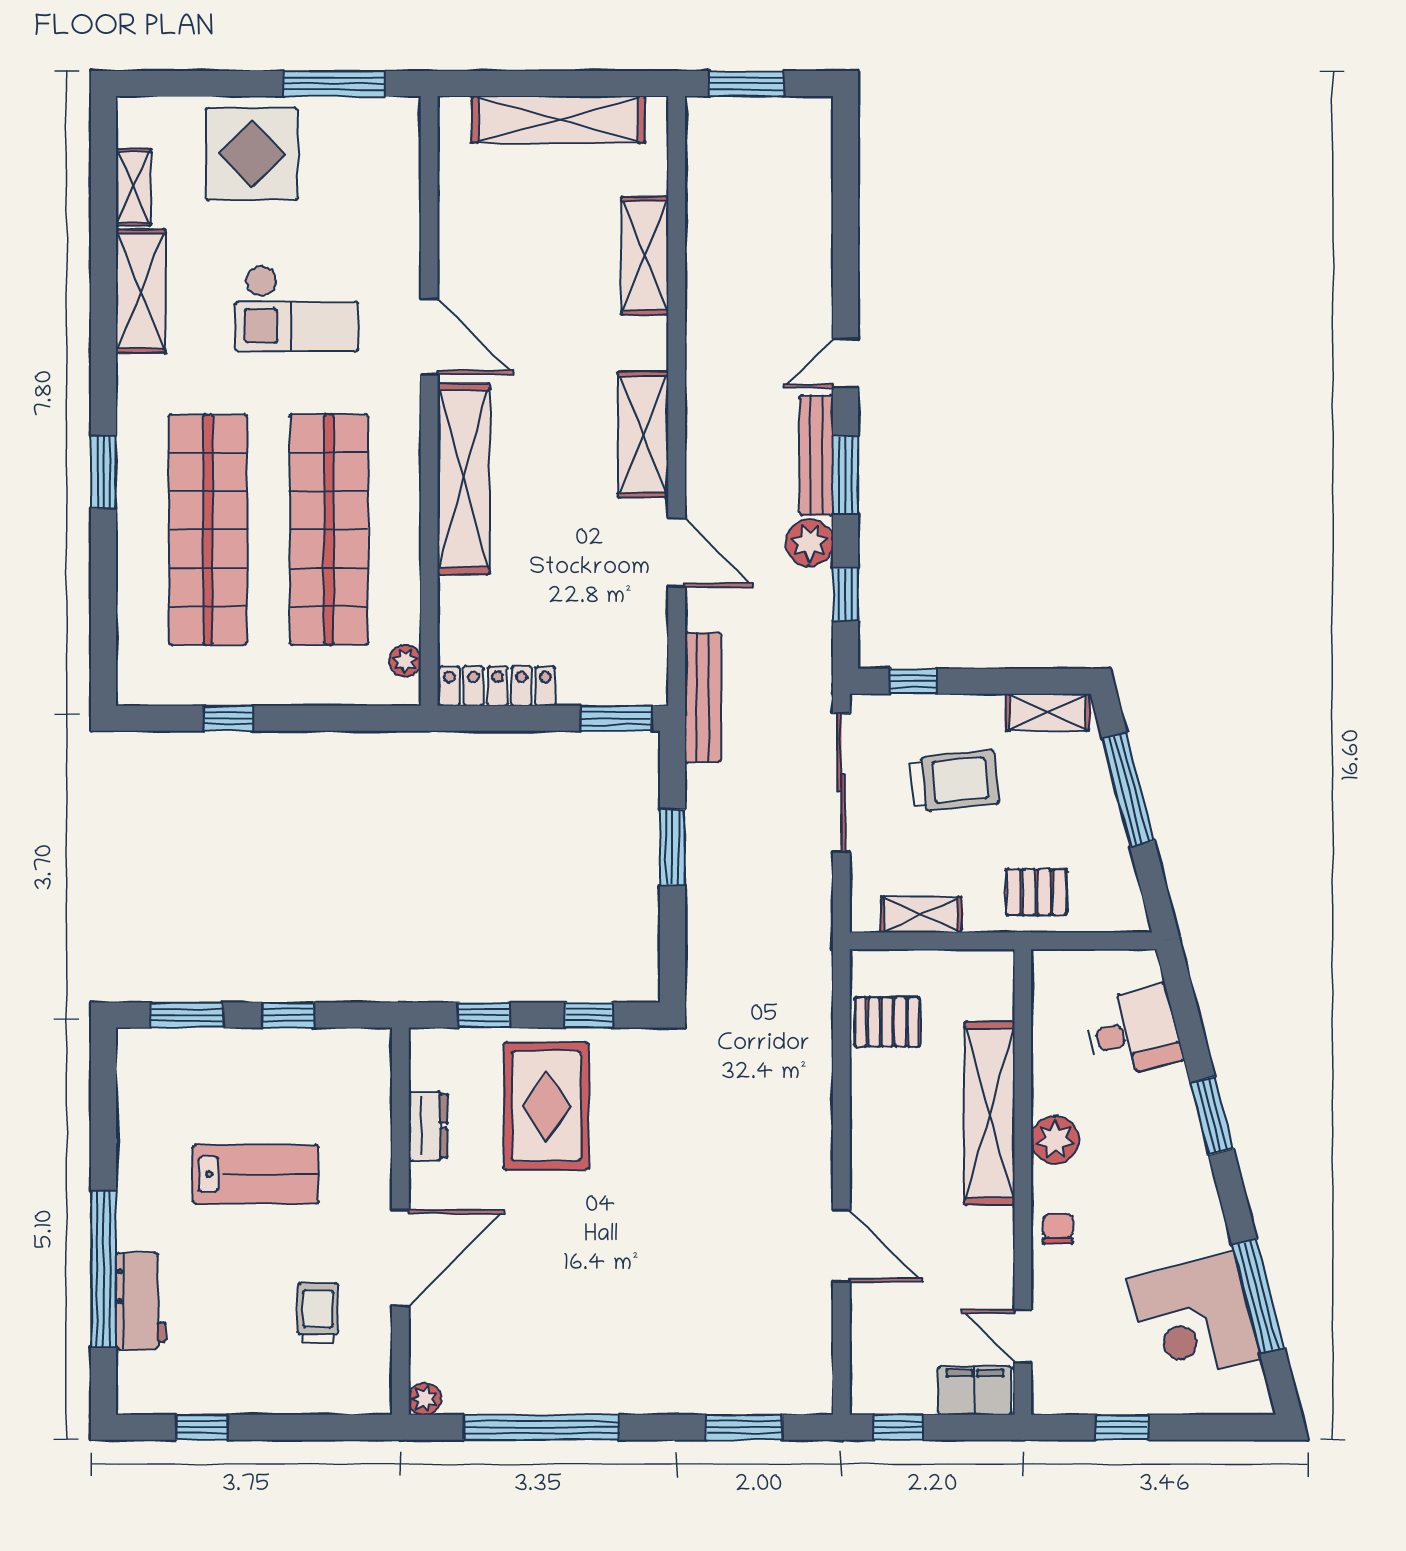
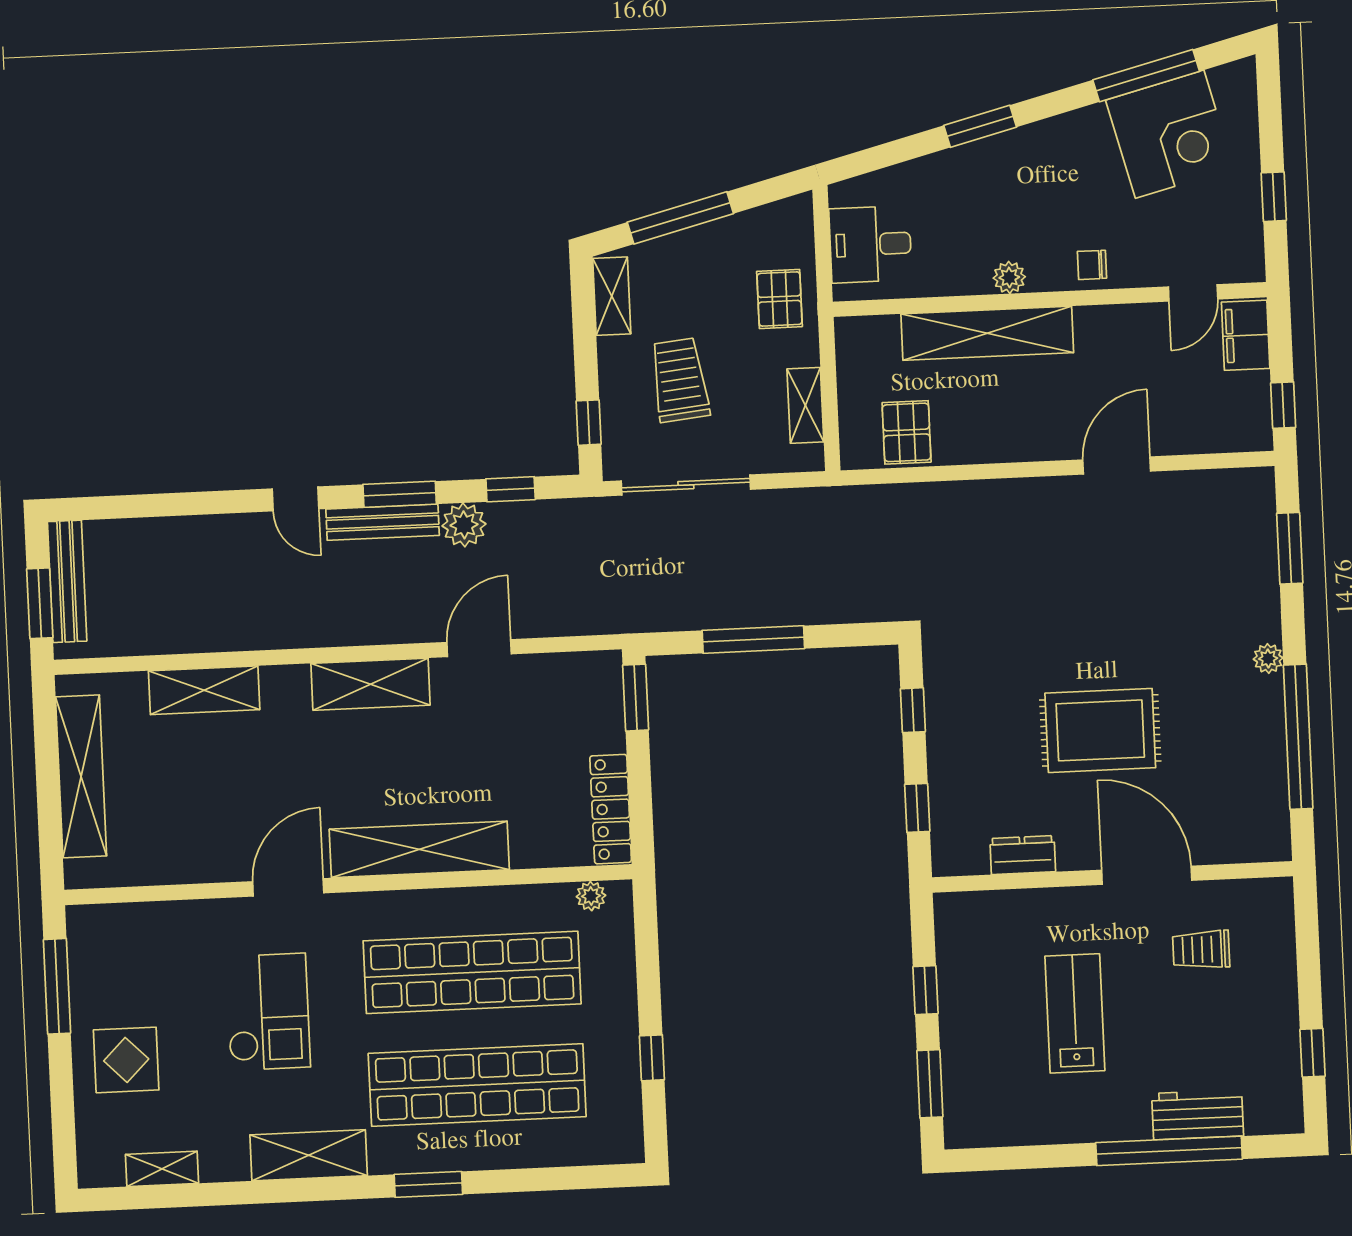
display table: (252, 154) -> (126, 1060), width x0.73, depth x0.73
shelving: (141, 291) -> (309, 1155), moved
bench: (703, 697) -> (67, 581), moved, turned 90
window: (672, 847) -> (753, 640), width x1.44
desk: (1133, 1032) -> (870, 244), moved, turned -76
rug: (546, 1106) -> (1100, 730), moved
plant: (1055, 1140) -> (1009, 277), width x0.73, depth x0.73
plant: (425, 1399) -> (1268, 658), moved

